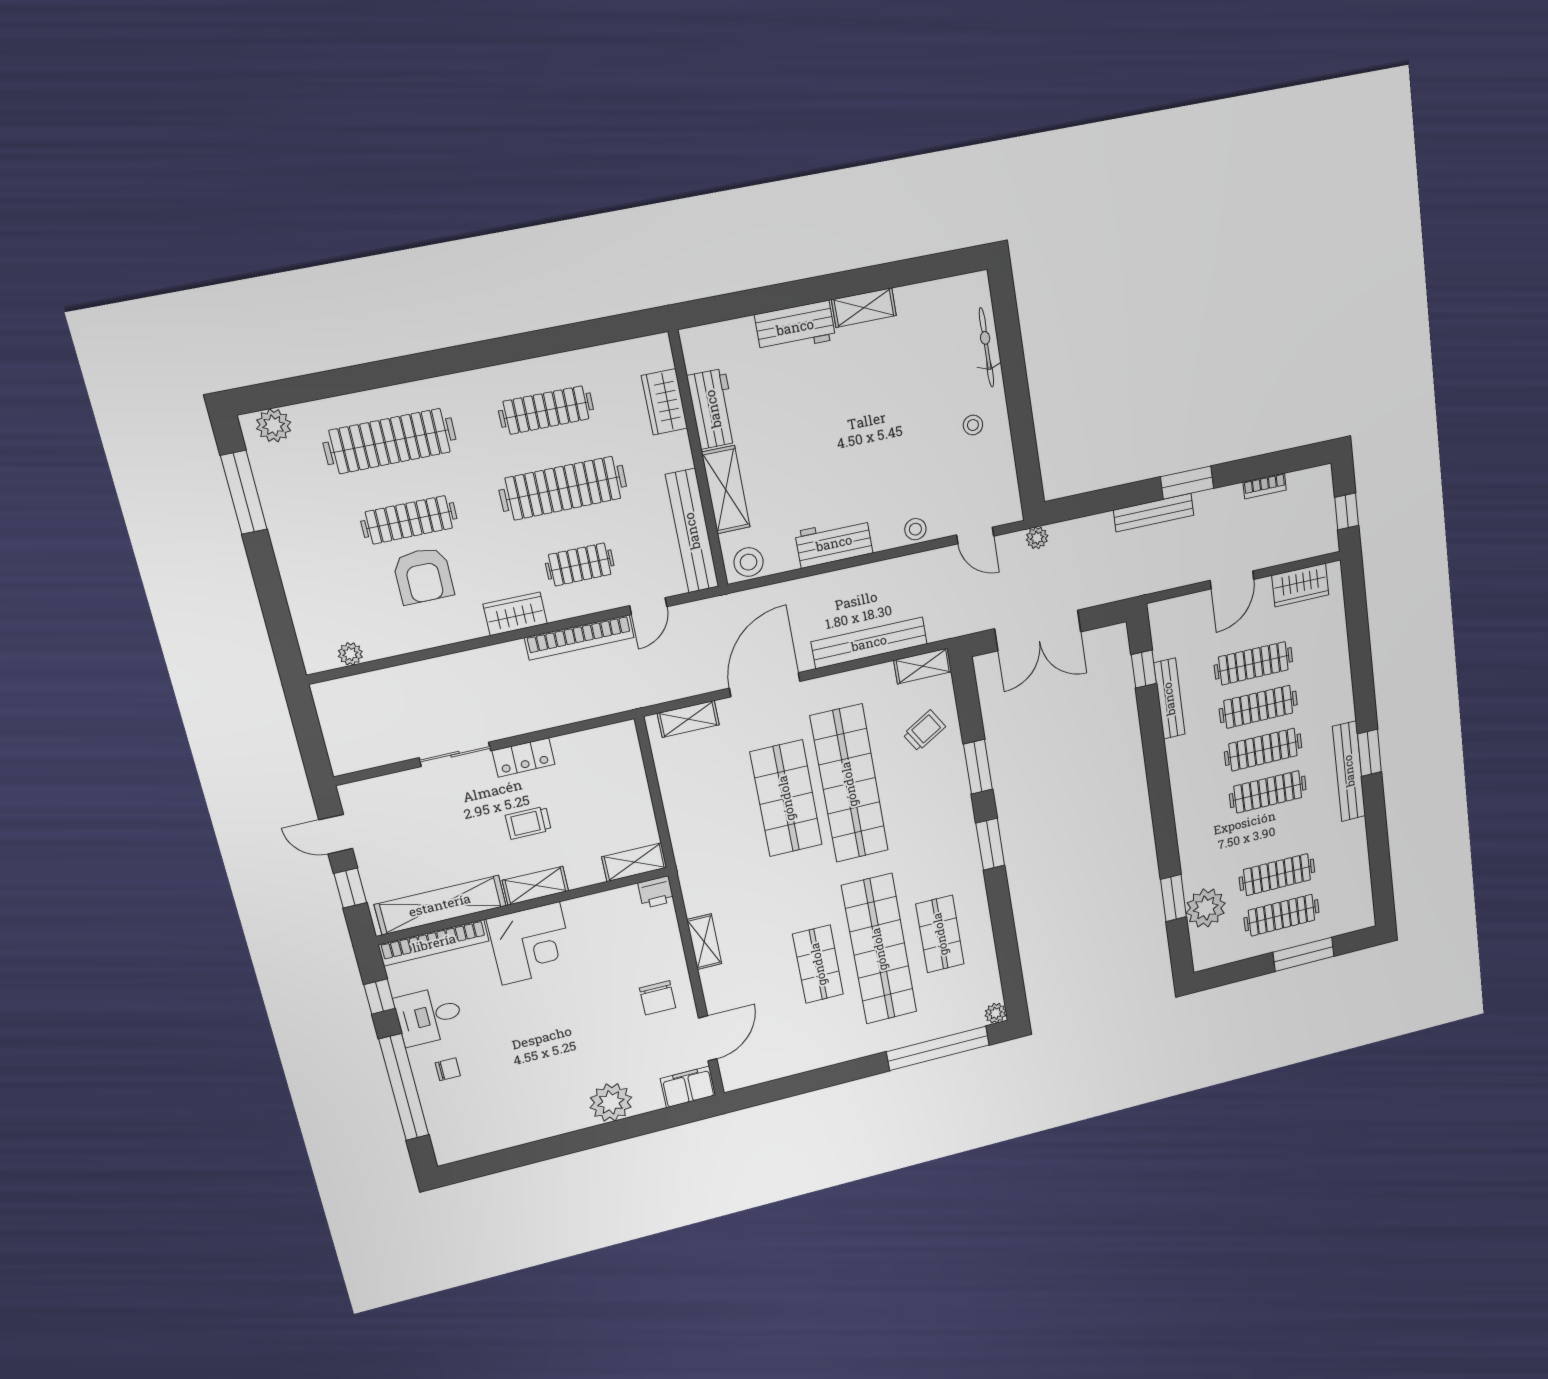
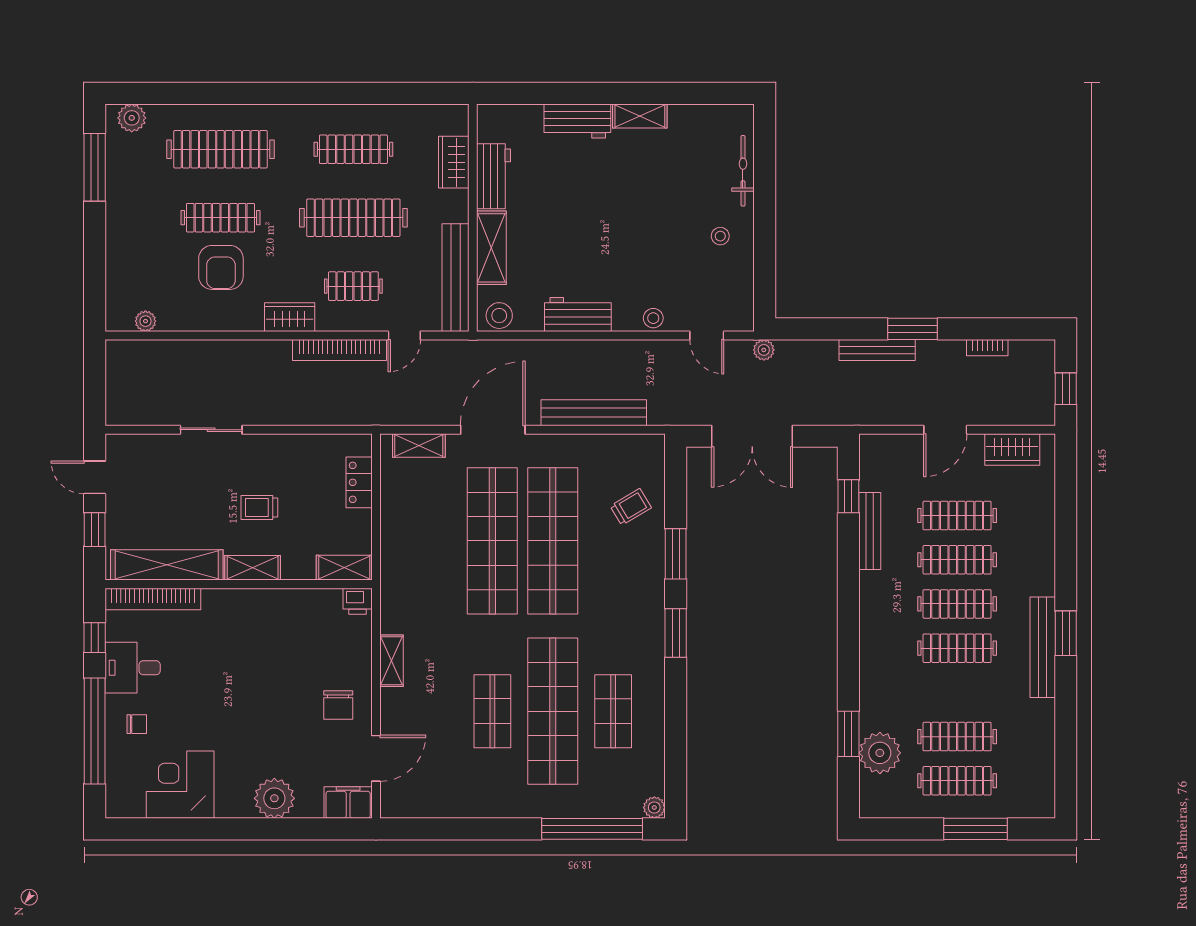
shelving: (923, 666) -> (639, 445), removed
locker: (524, 757) -> (359, 482), moved, turned 90
shop shelf: (786, 798) -> (492, 541), width x1.40
corner desk: (531, 944) -> (180, 785), moved, turned 180

